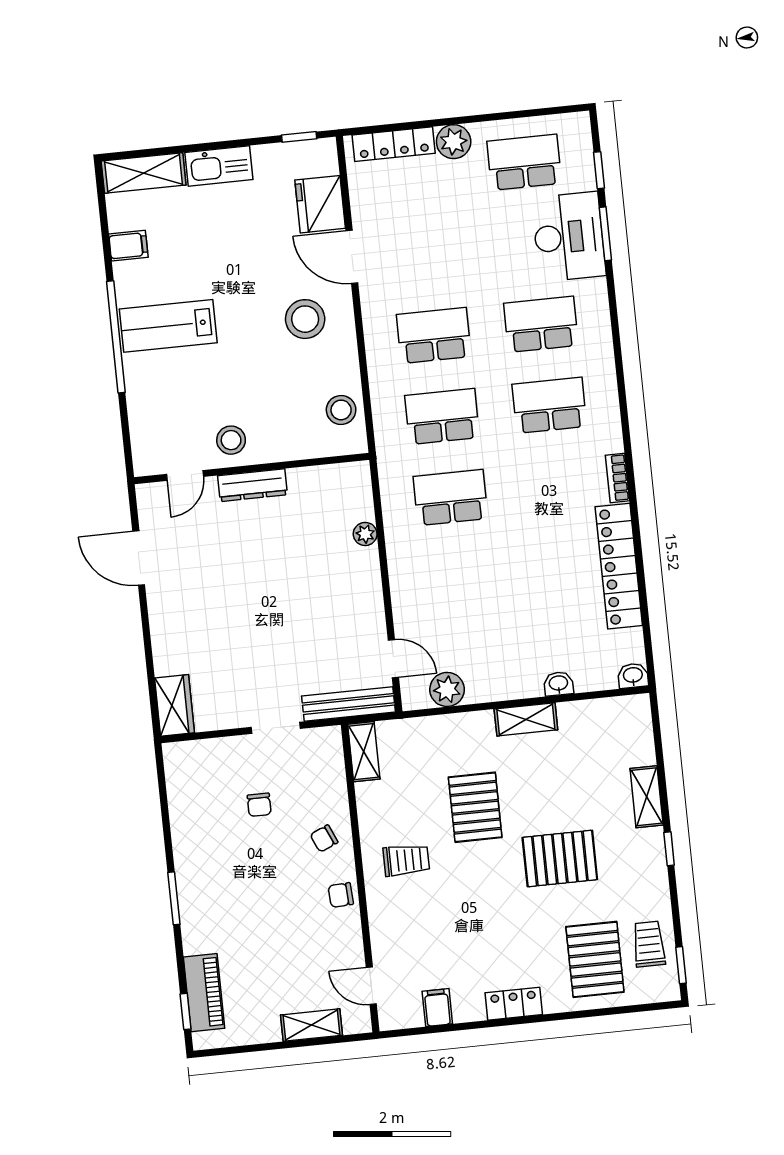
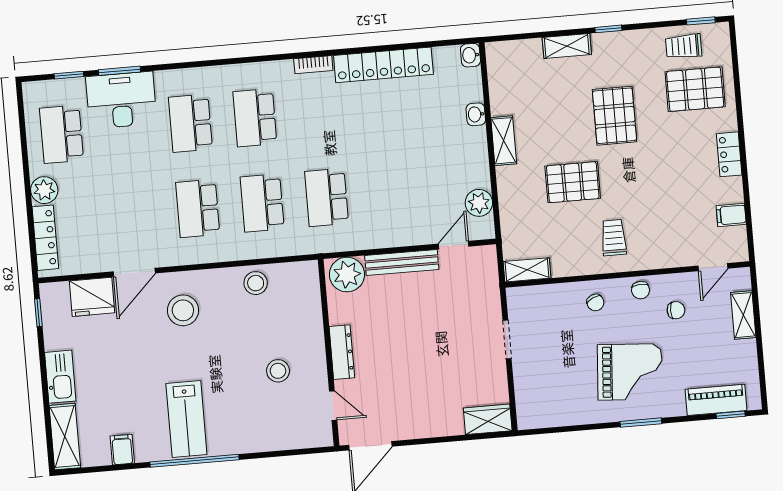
wall: (252, 468) -> (329, 353), moved
door: (185, 475) -> (333, 406), moved
dresser: (252, 485) -> (342, 352), moved
plant: (365, 534) -> (347, 275), width x1.87, depth x1.87
bench: (349, 704) -> (402, 262), moved, turned 90
chair: (259, 805) -> (676, 310), moved
grand piano: (237, 883) -> (630, 372), added

